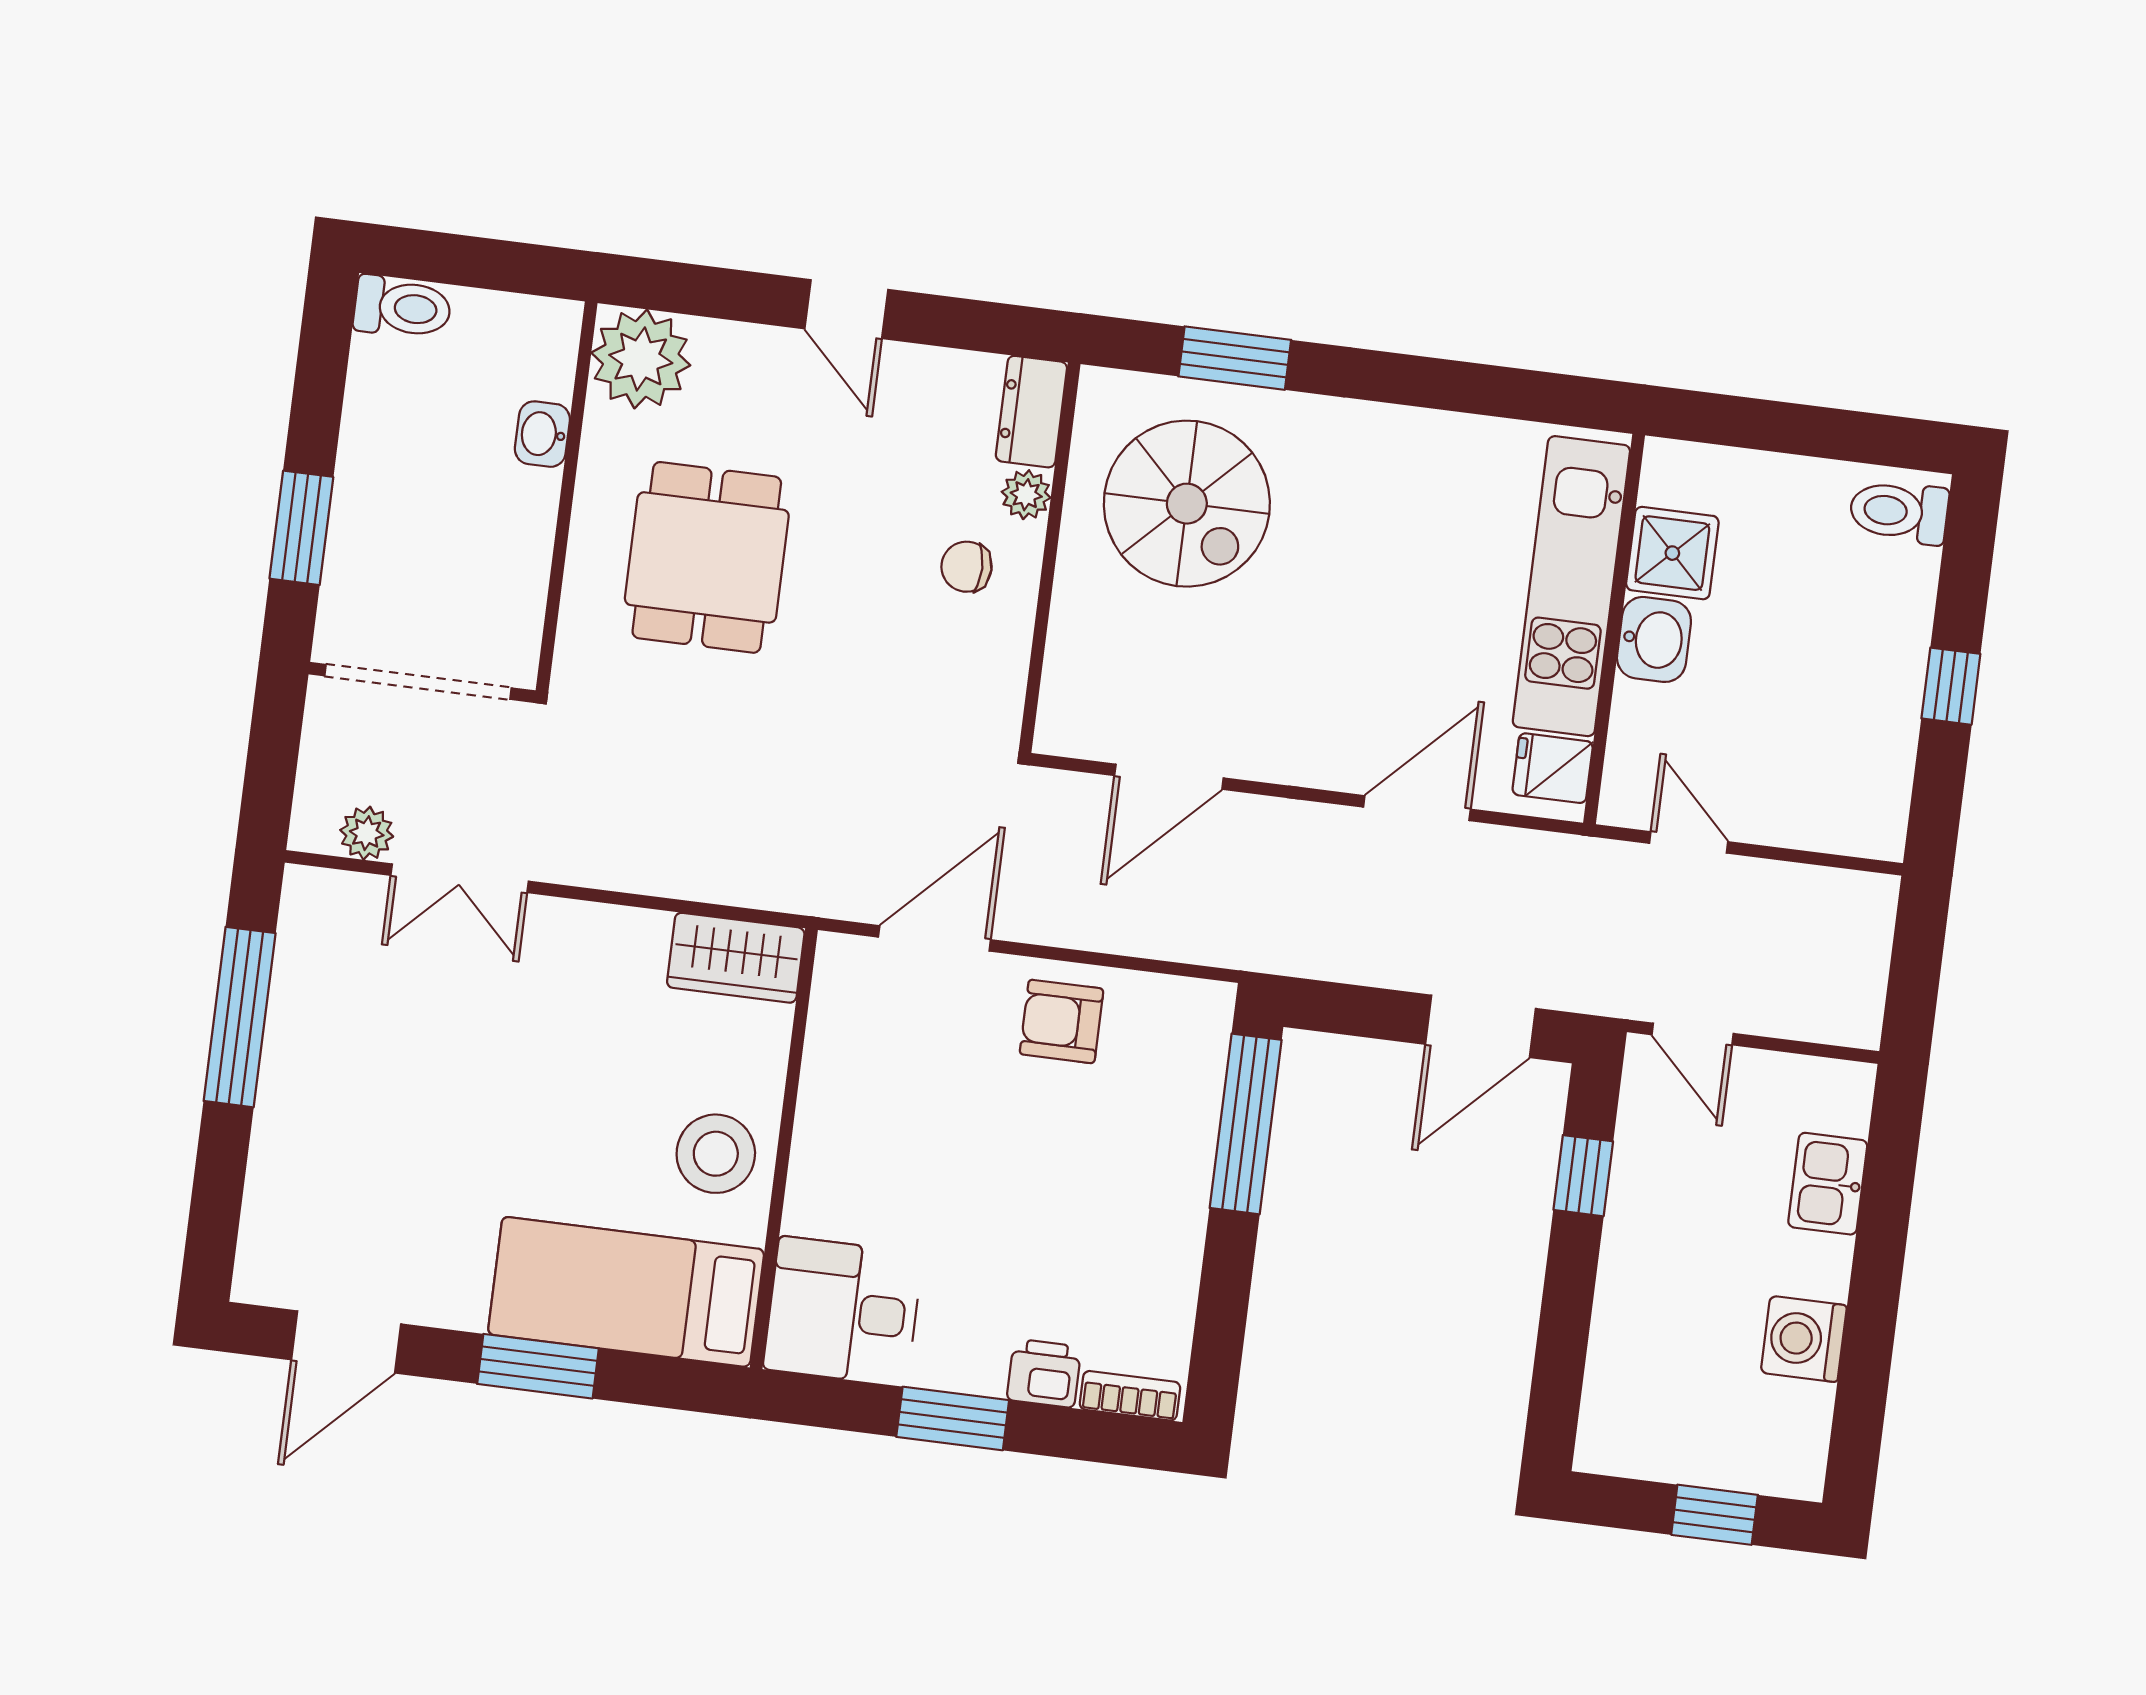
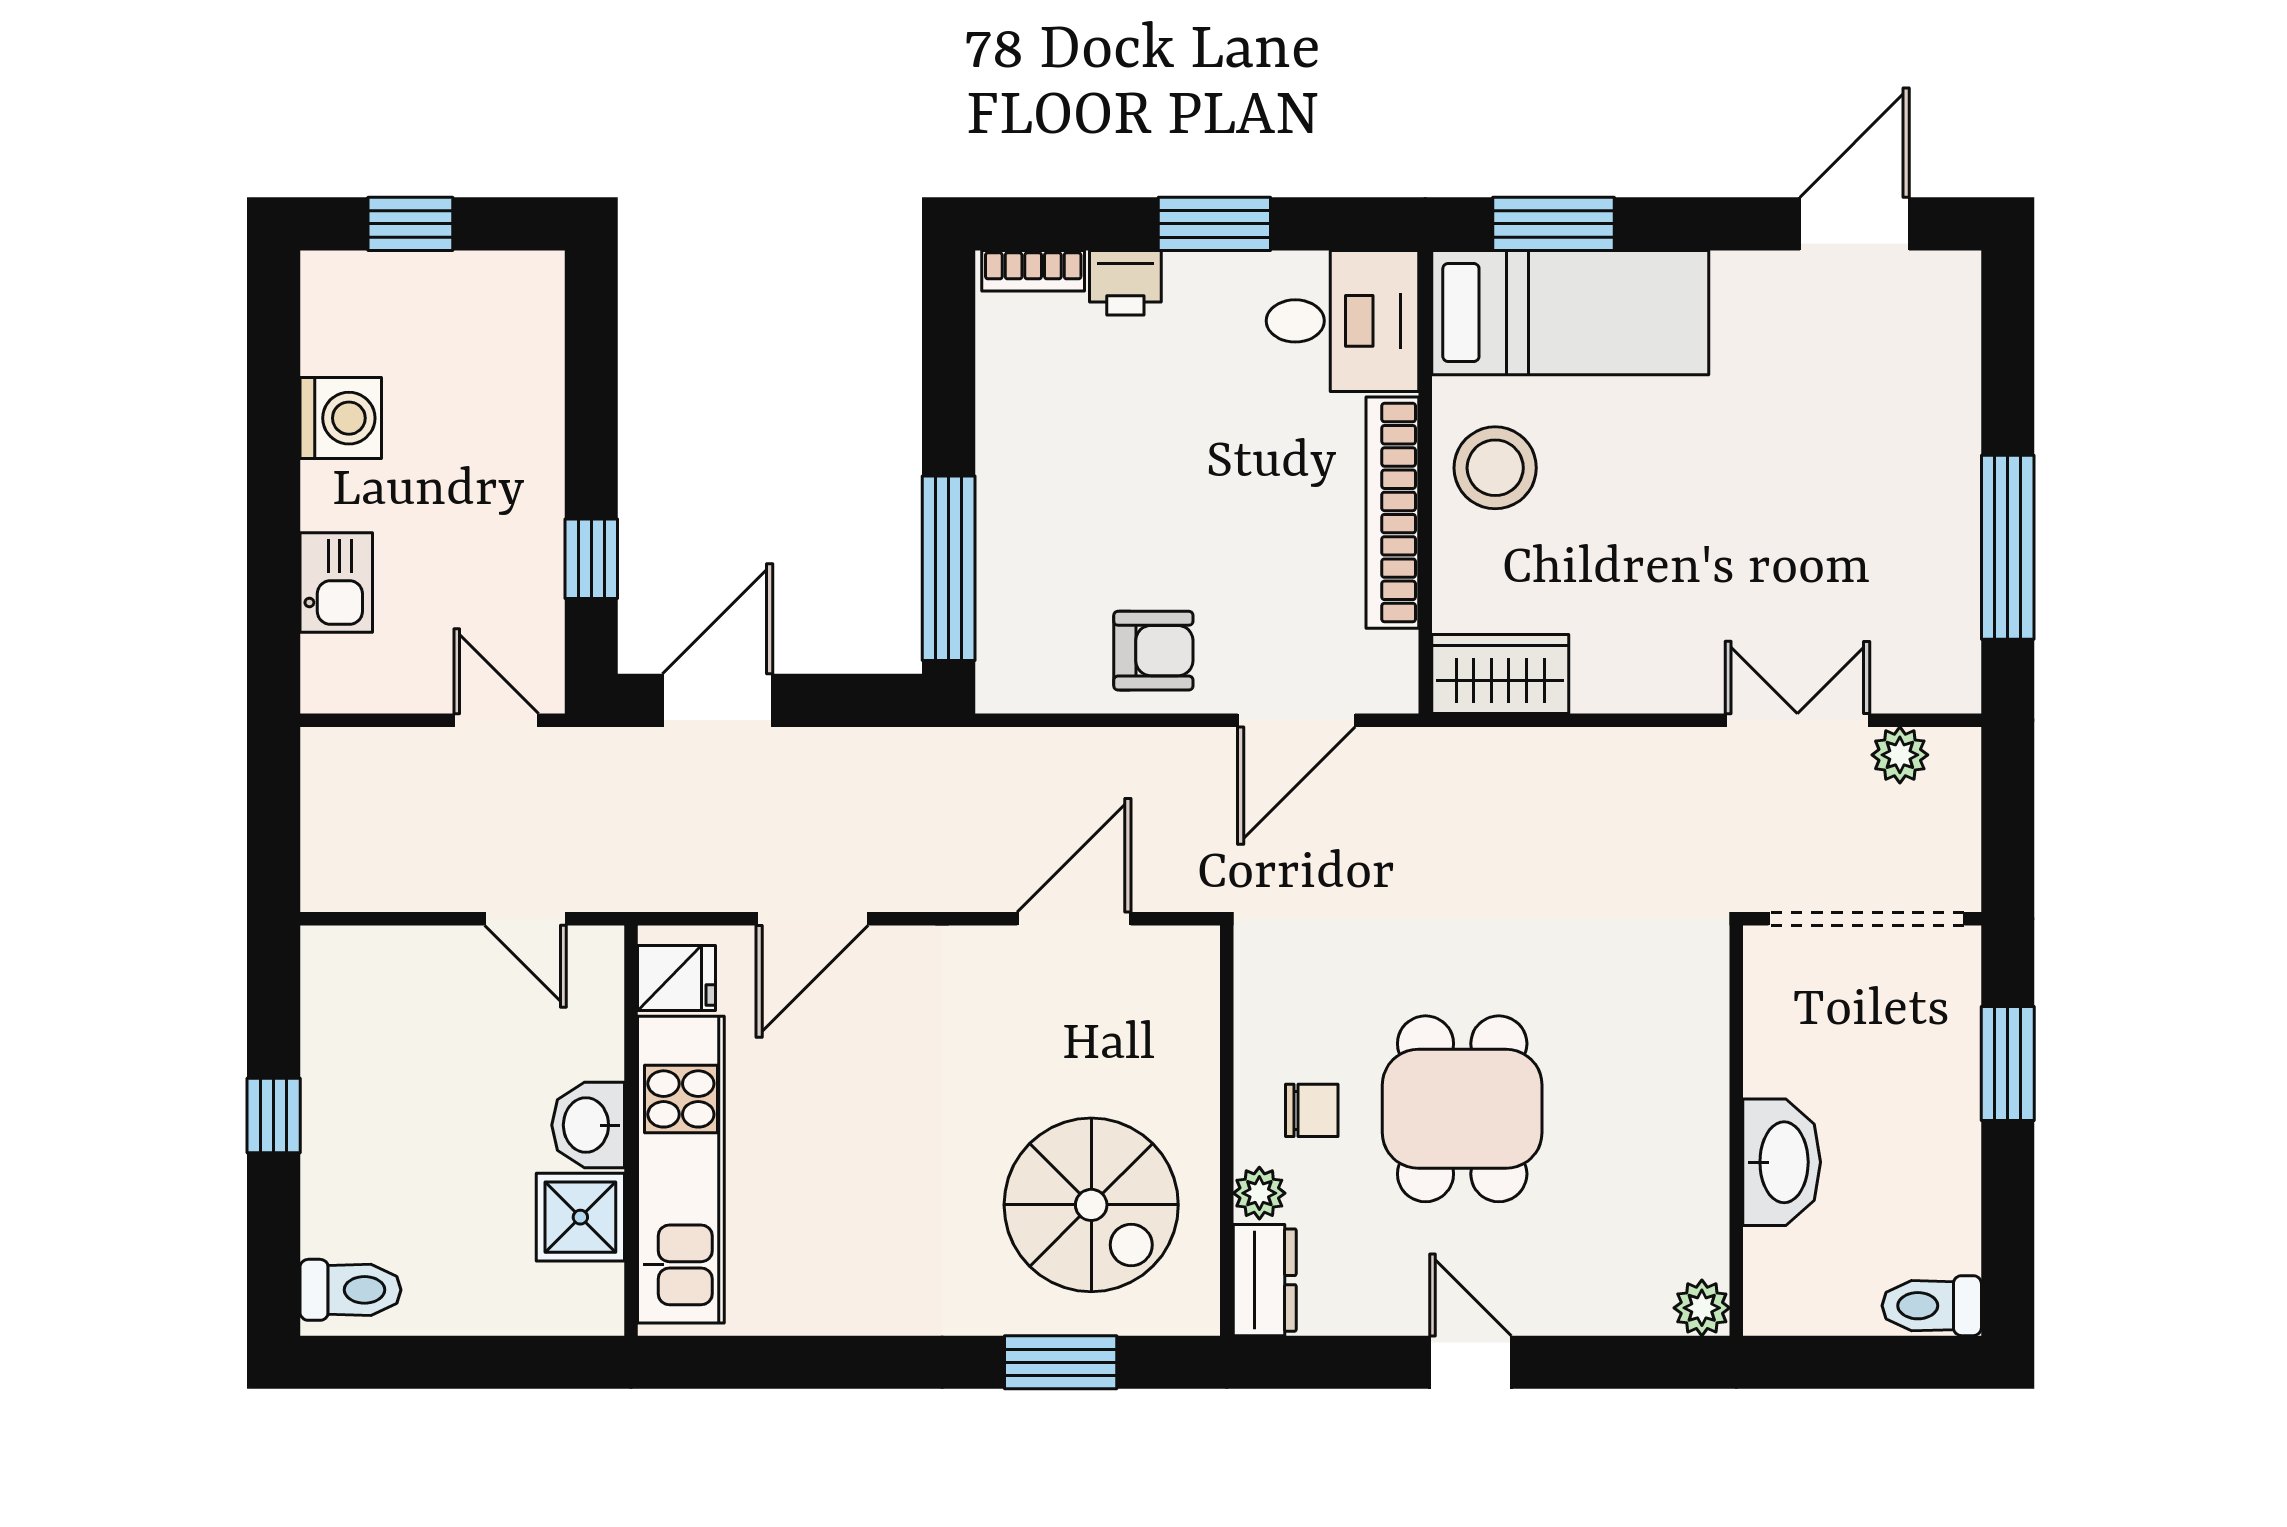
plant: (641, 359) -> (1702, 1308), width x0.53, depth x0.53
washbasin: (542, 434) -> (1782, 1162), width x1.91, depth x1.45
spiral stairs: (1187, 504) -> (1091, 1205), turned 180
dining table: (707, 557) -> (1462, 1109), moved
bookcase: (819, 1124) -> (1392, 513), added
window: (538, 1366) -> (1553, 224), moved

